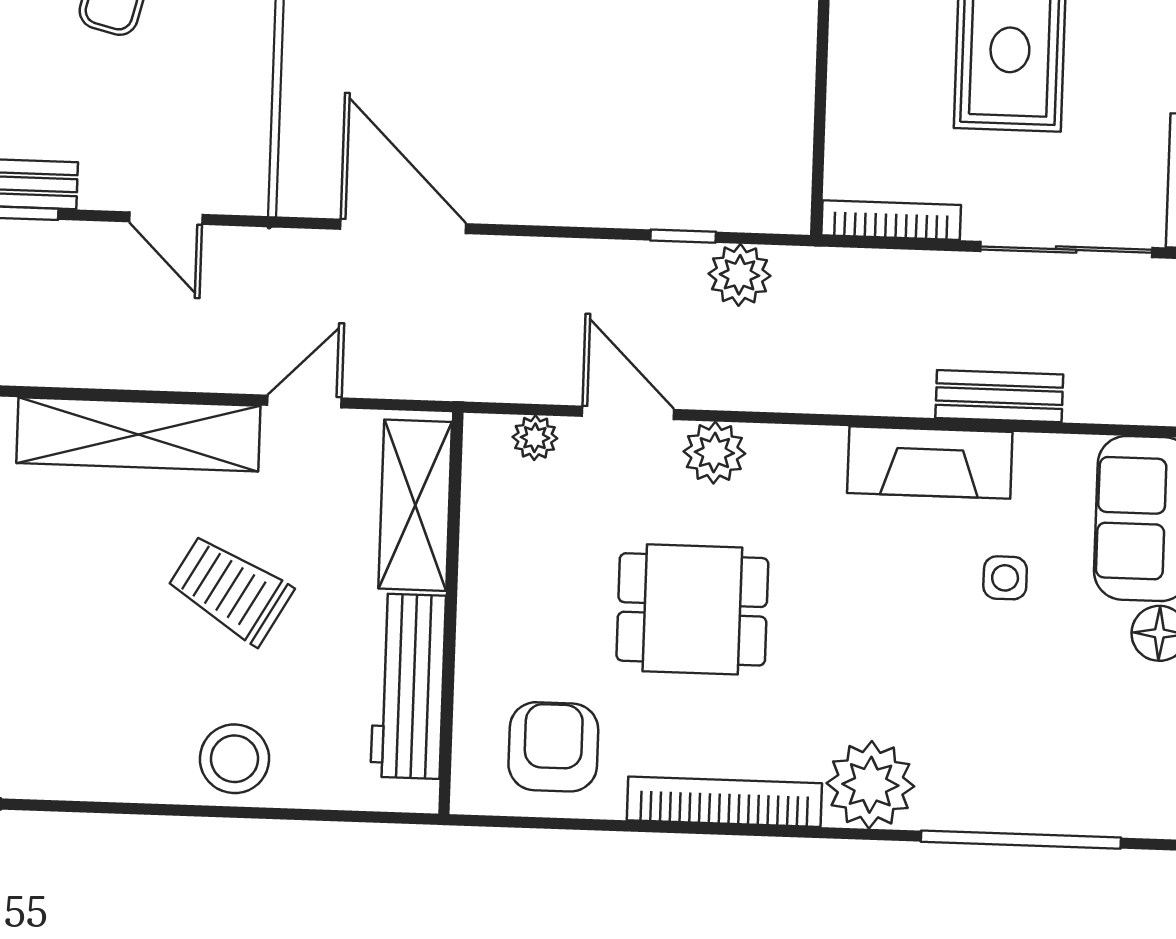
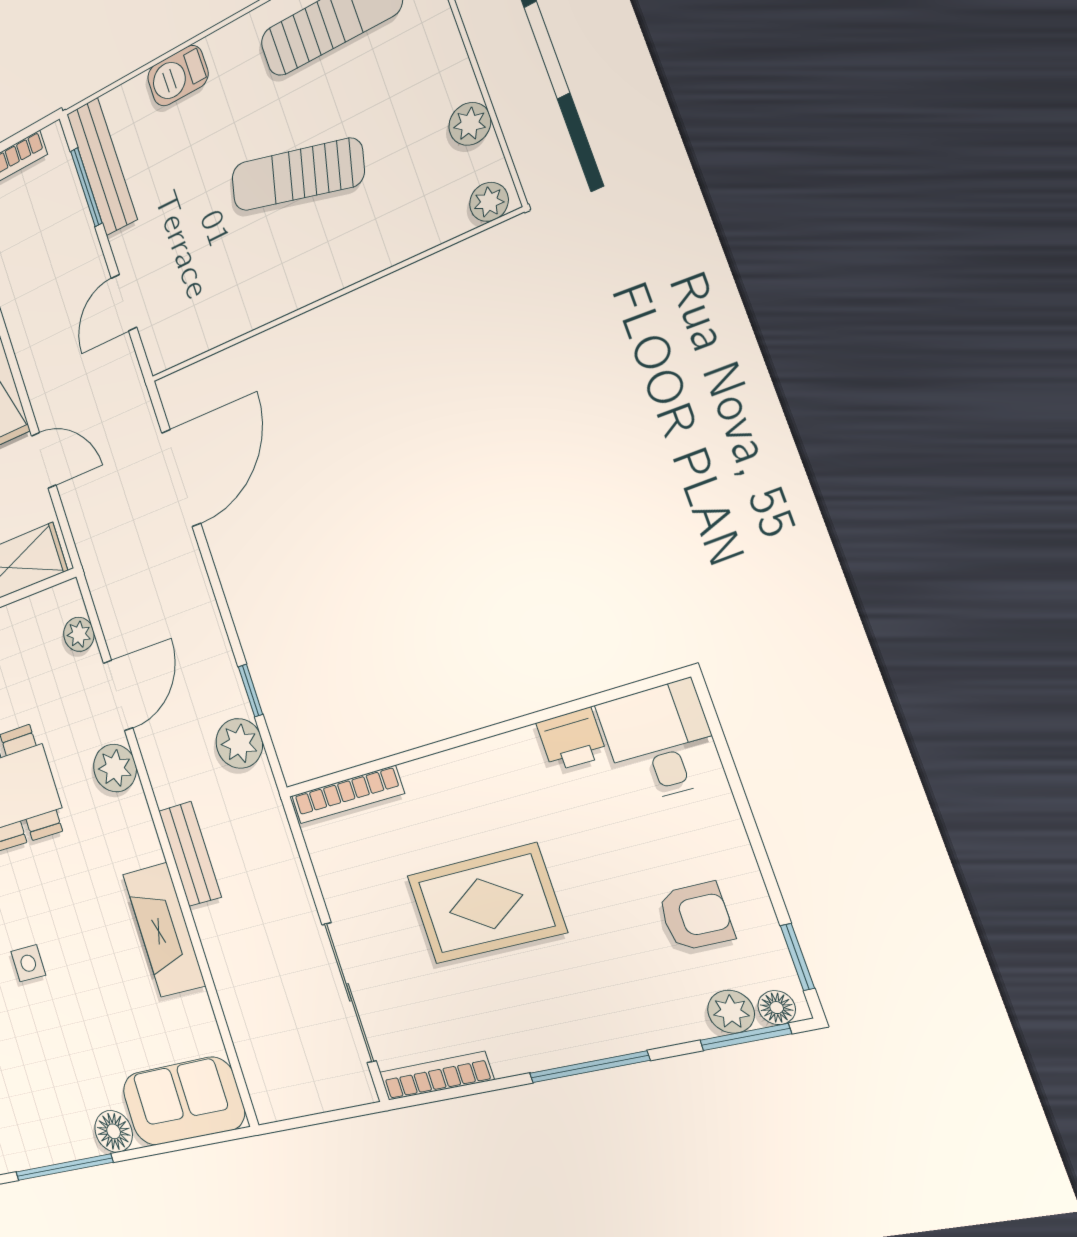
bookcase: (891, 220) -> (347, 795), moved, turned 90
bench: (999, 396) -> (190, 854), moved
side table: (1005, 578) -> (28, 963), moved

